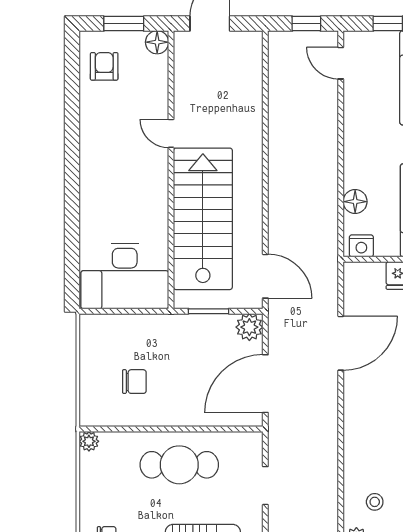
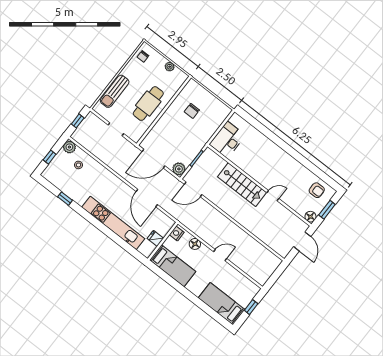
window: (306, 24) -> (274, 277), removed
door: (341, 63) -> (220, 255), moved
stairs: (203, 219) -> (242, 185), width x0.73, depth x0.66
desk: (125, 276) -> (227, 140), width x0.73, depth x0.77
door: (265, 384) -> (153, 159), swing flipped
plant: (89, 441) -> (170, 67), moved

